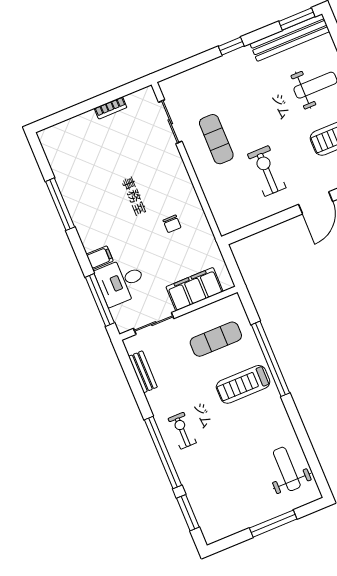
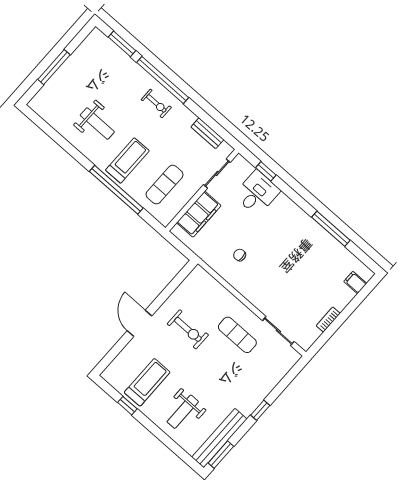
filing cabinet: (100, 258) -> (355, 282), moved, turned 90
window: (100, 300) -> (266, 171), width x0.46
weight bench: (287, 469) -> (97, 124), moved

